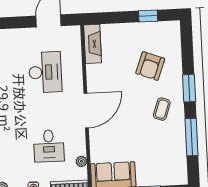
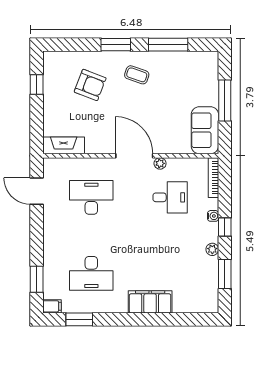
plant: (81, 161) -> (160, 163), moved

